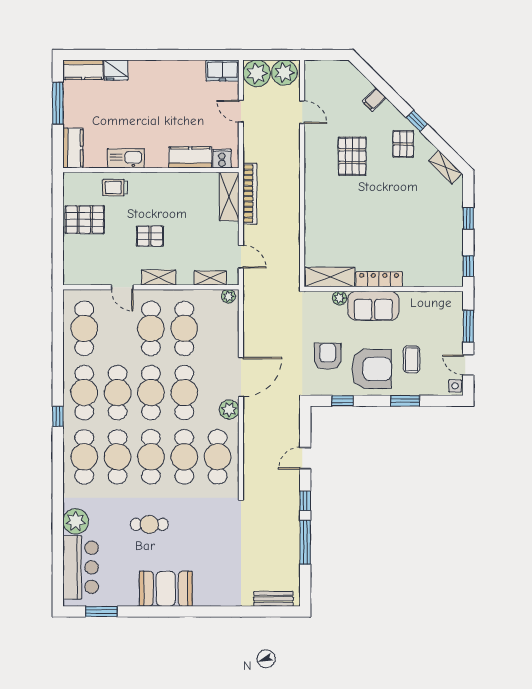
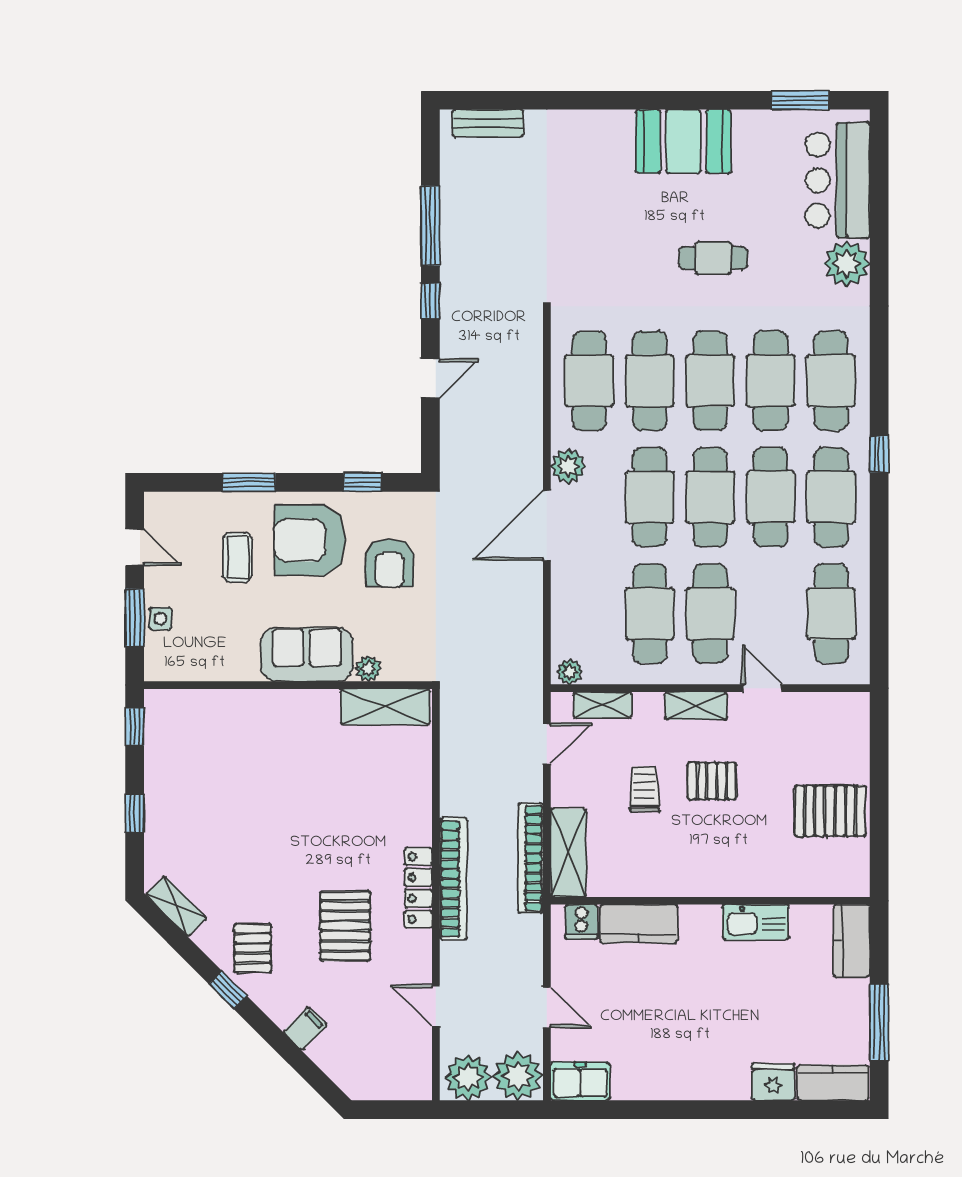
bookcase: (292, 182) -> (453, 879), added
trolley: (115, 188) -> (645, 789), moved, turned -90
door: (241, 257) -> (547, 744), swing flipped
locker: (379, 279) -> (418, 888), moved, turned 90
side table: (455, 386) -> (160, 619), moved

